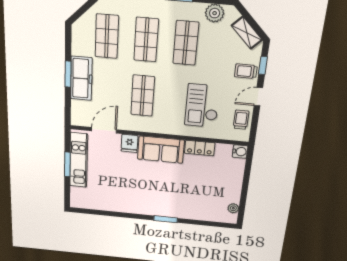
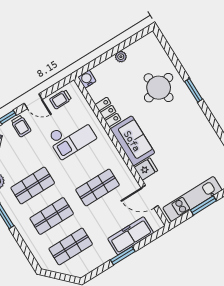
freezer: (81, 78) -> (131, 236), moved
round table: (188, 197) -> (159, 88), added
plant: (233, 208) -> (121, 57), moved

